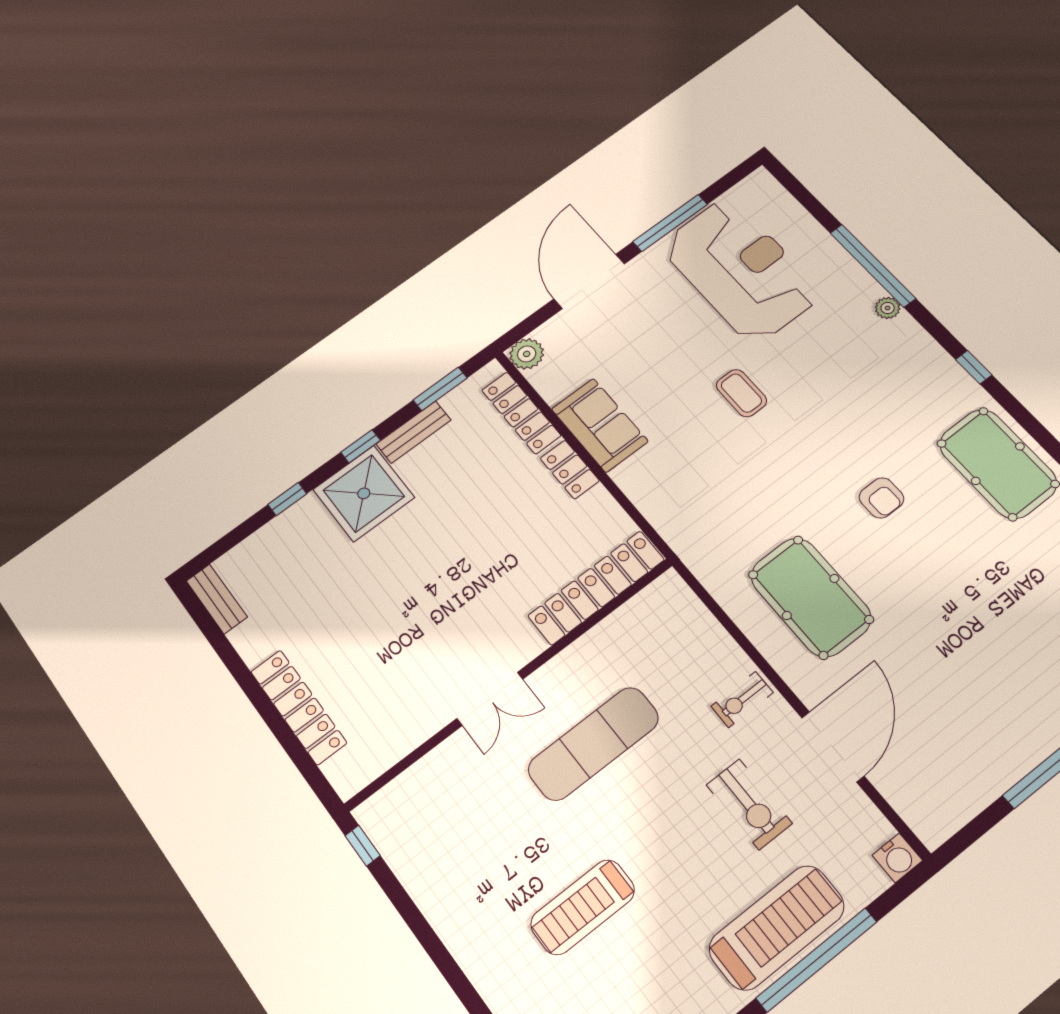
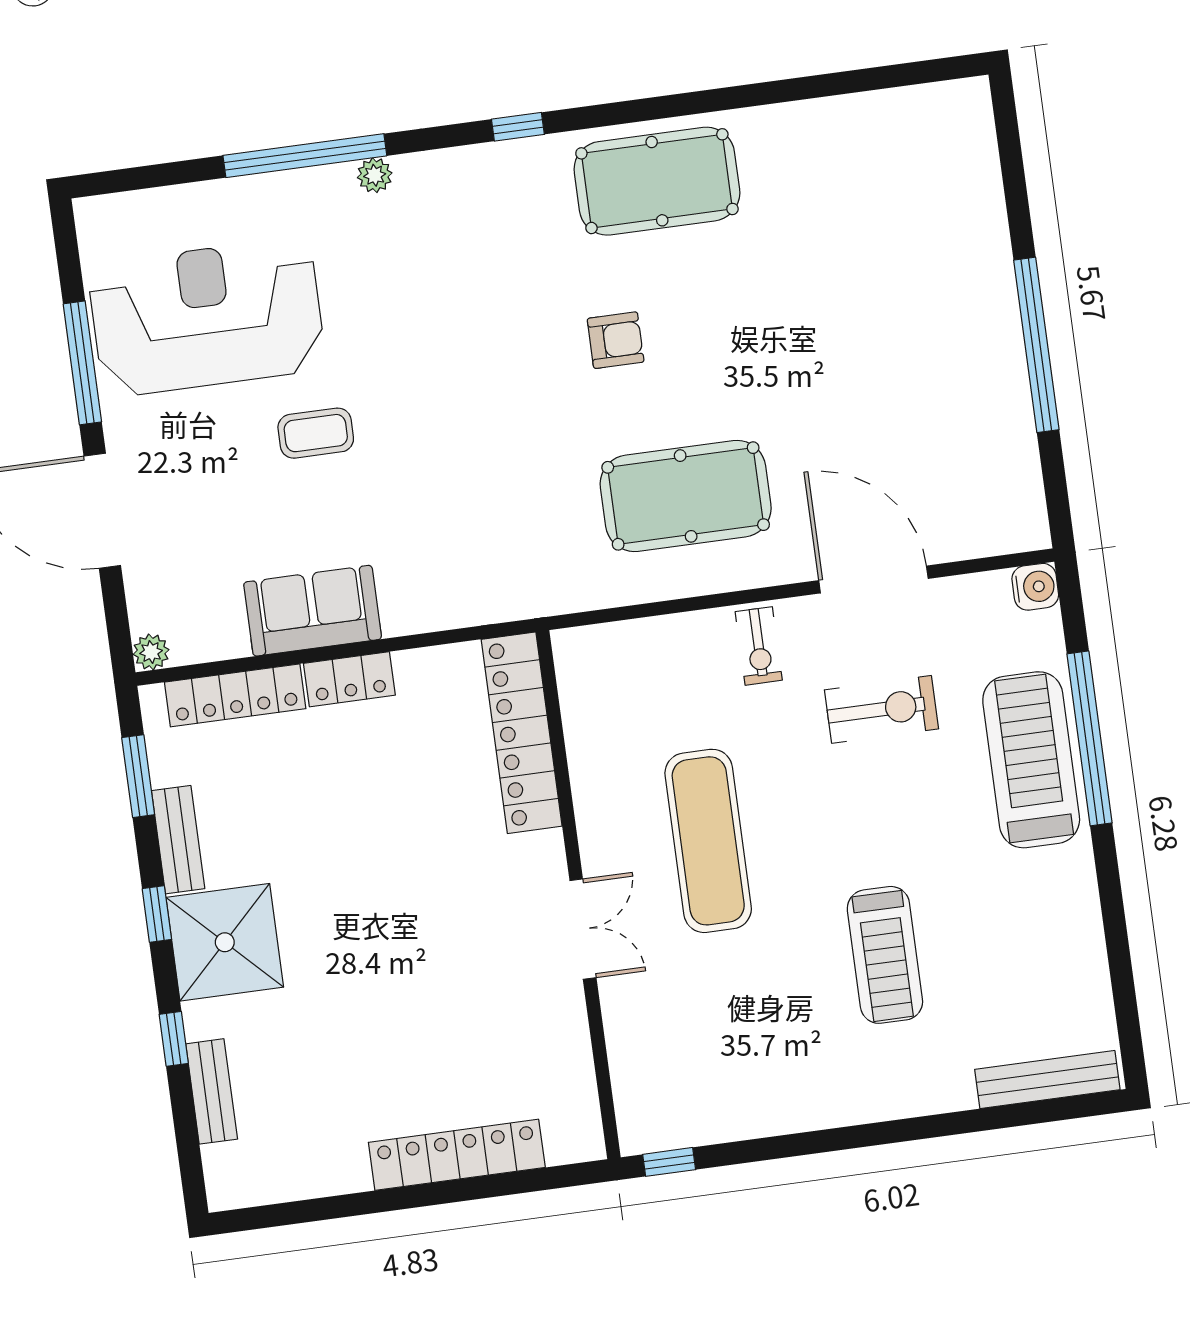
plant: (527, 354) -> (151, 652), width x0.73, depth x0.73
coffee table: (741, 393) -> (316, 433), moved
bench: (217, 599) -> (212, 1091), moved, turned 90

